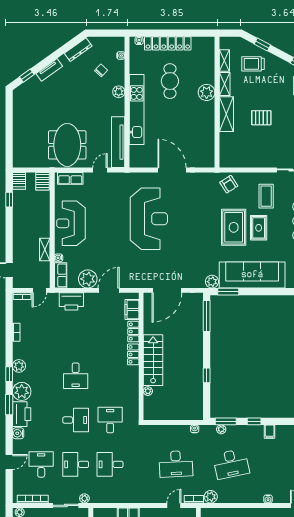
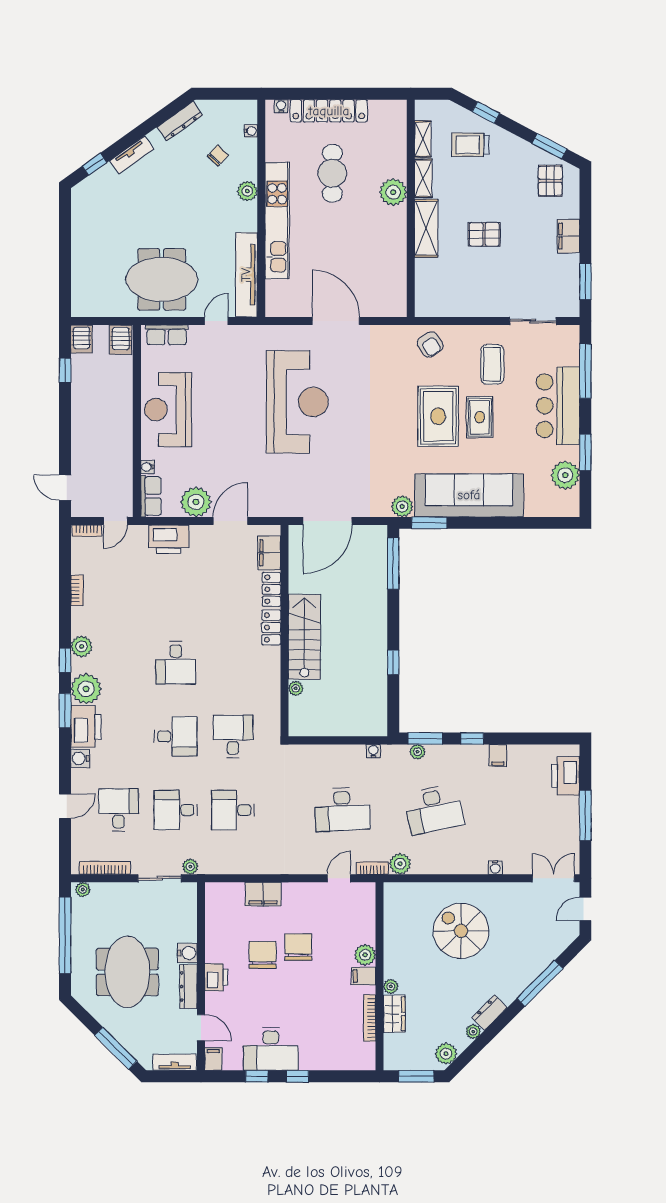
meeting table: (67, 145) -> (162, 279), turned 90
shelving: (45, 249) -> (124, 453), removed

